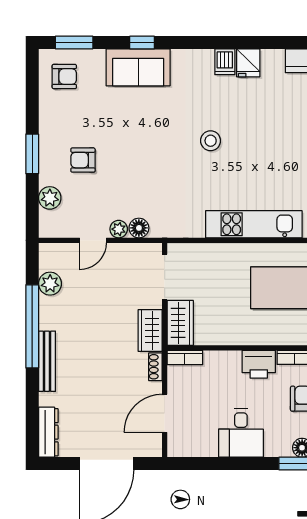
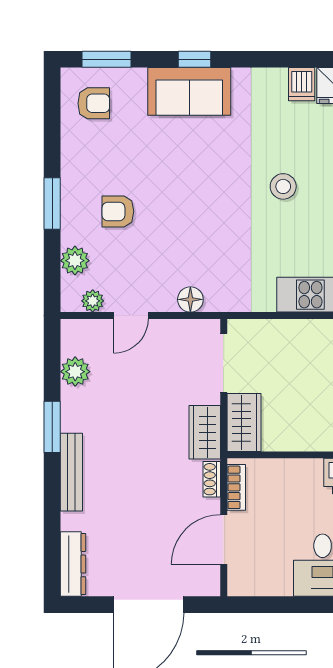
plant: (119, 229) -> (93, 301), moved
window: (32, 326) -> (52, 427), width x0.47
bookcase: (185, 358) -> (236, 487), moved, turned -90

